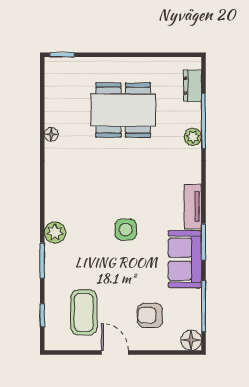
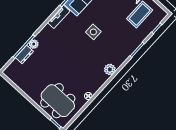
dresser: (193, 86) -> (24, 54), moved
dining table: (123, 110) -> (58, 101), moved
plant: (55, 232) -> (110, 69), moved

